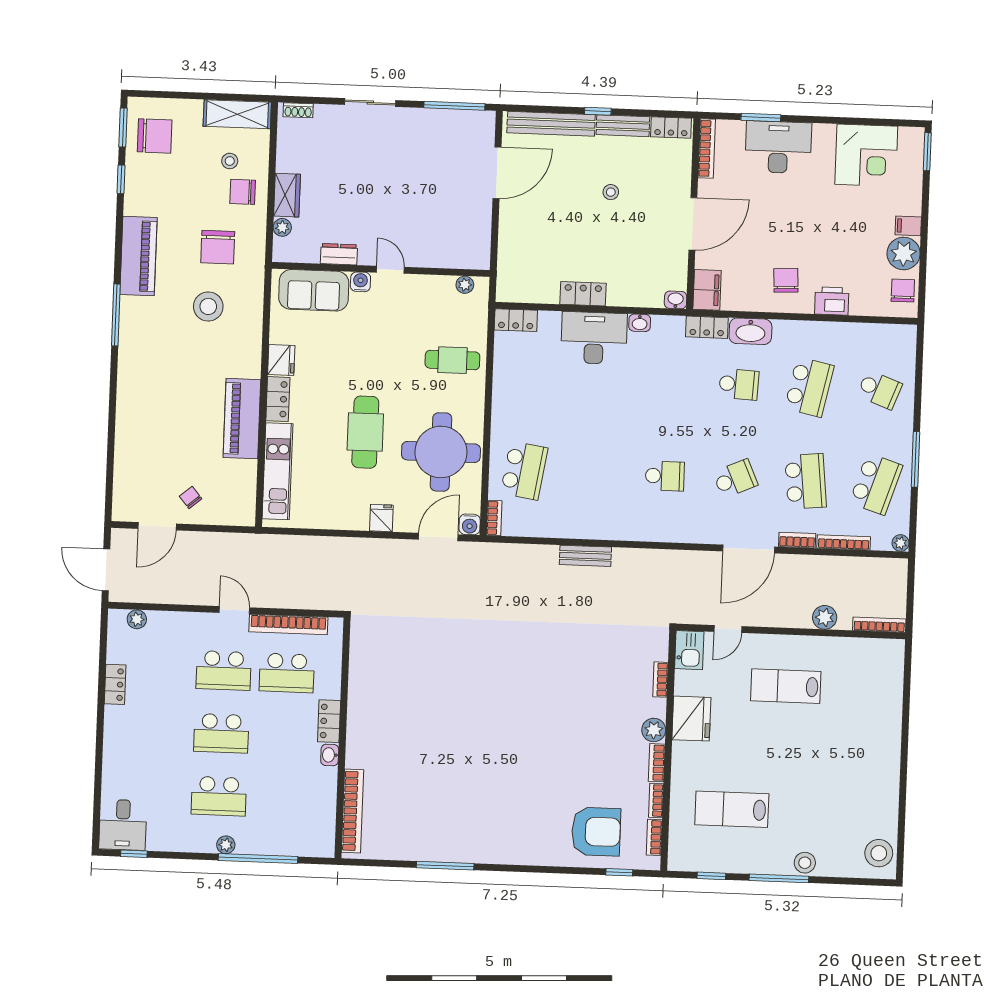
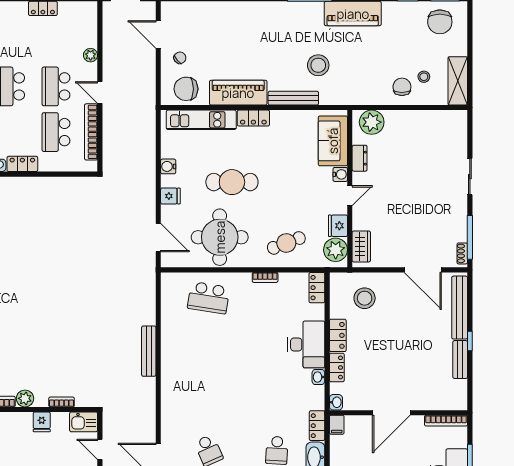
shoe rack: (298, 110) -> (462, 253), moved
locker: (671, 128) -> (337, 367), moved, turned 180
stool: (611, 192) -> (365, 298), moved, width x1.89, depth x1.89
wardrobe: (287, 195) -> (361, 246), moved, turned -90
door: (693, 224) -> (391, 413), hinge flipped
plant: (282, 227) -> (372, 122), width x1.88, depth x1.88
chair: (218, 247) -> (186, 89), moved
plant: (465, 285) -> (336, 250), width x1.88, depth x1.88
filing cabinet: (707, 290) -> (337, 425), width x0.50
bench: (252, 343) -> (293, 98), added
fridge: (281, 360) -> (338, 226), moved, turned 90
cafe table: (452, 360) -> (286, 243), turned 69
school desk: (665, 476) -> (209, 399), removed
bookcase: (494, 518) -> (265, 277), moved
water cooler: (470, 524) -> (168, 166), moved
bench: (585, 556) -> (149, 351), width x1.36
door: (234, 610) -> (100, 93), swing flipped
plant: (137, 619) -> (91, 55), moved
fridge: (691, 719) -> (42, 422), width x0.53, depth x0.75

